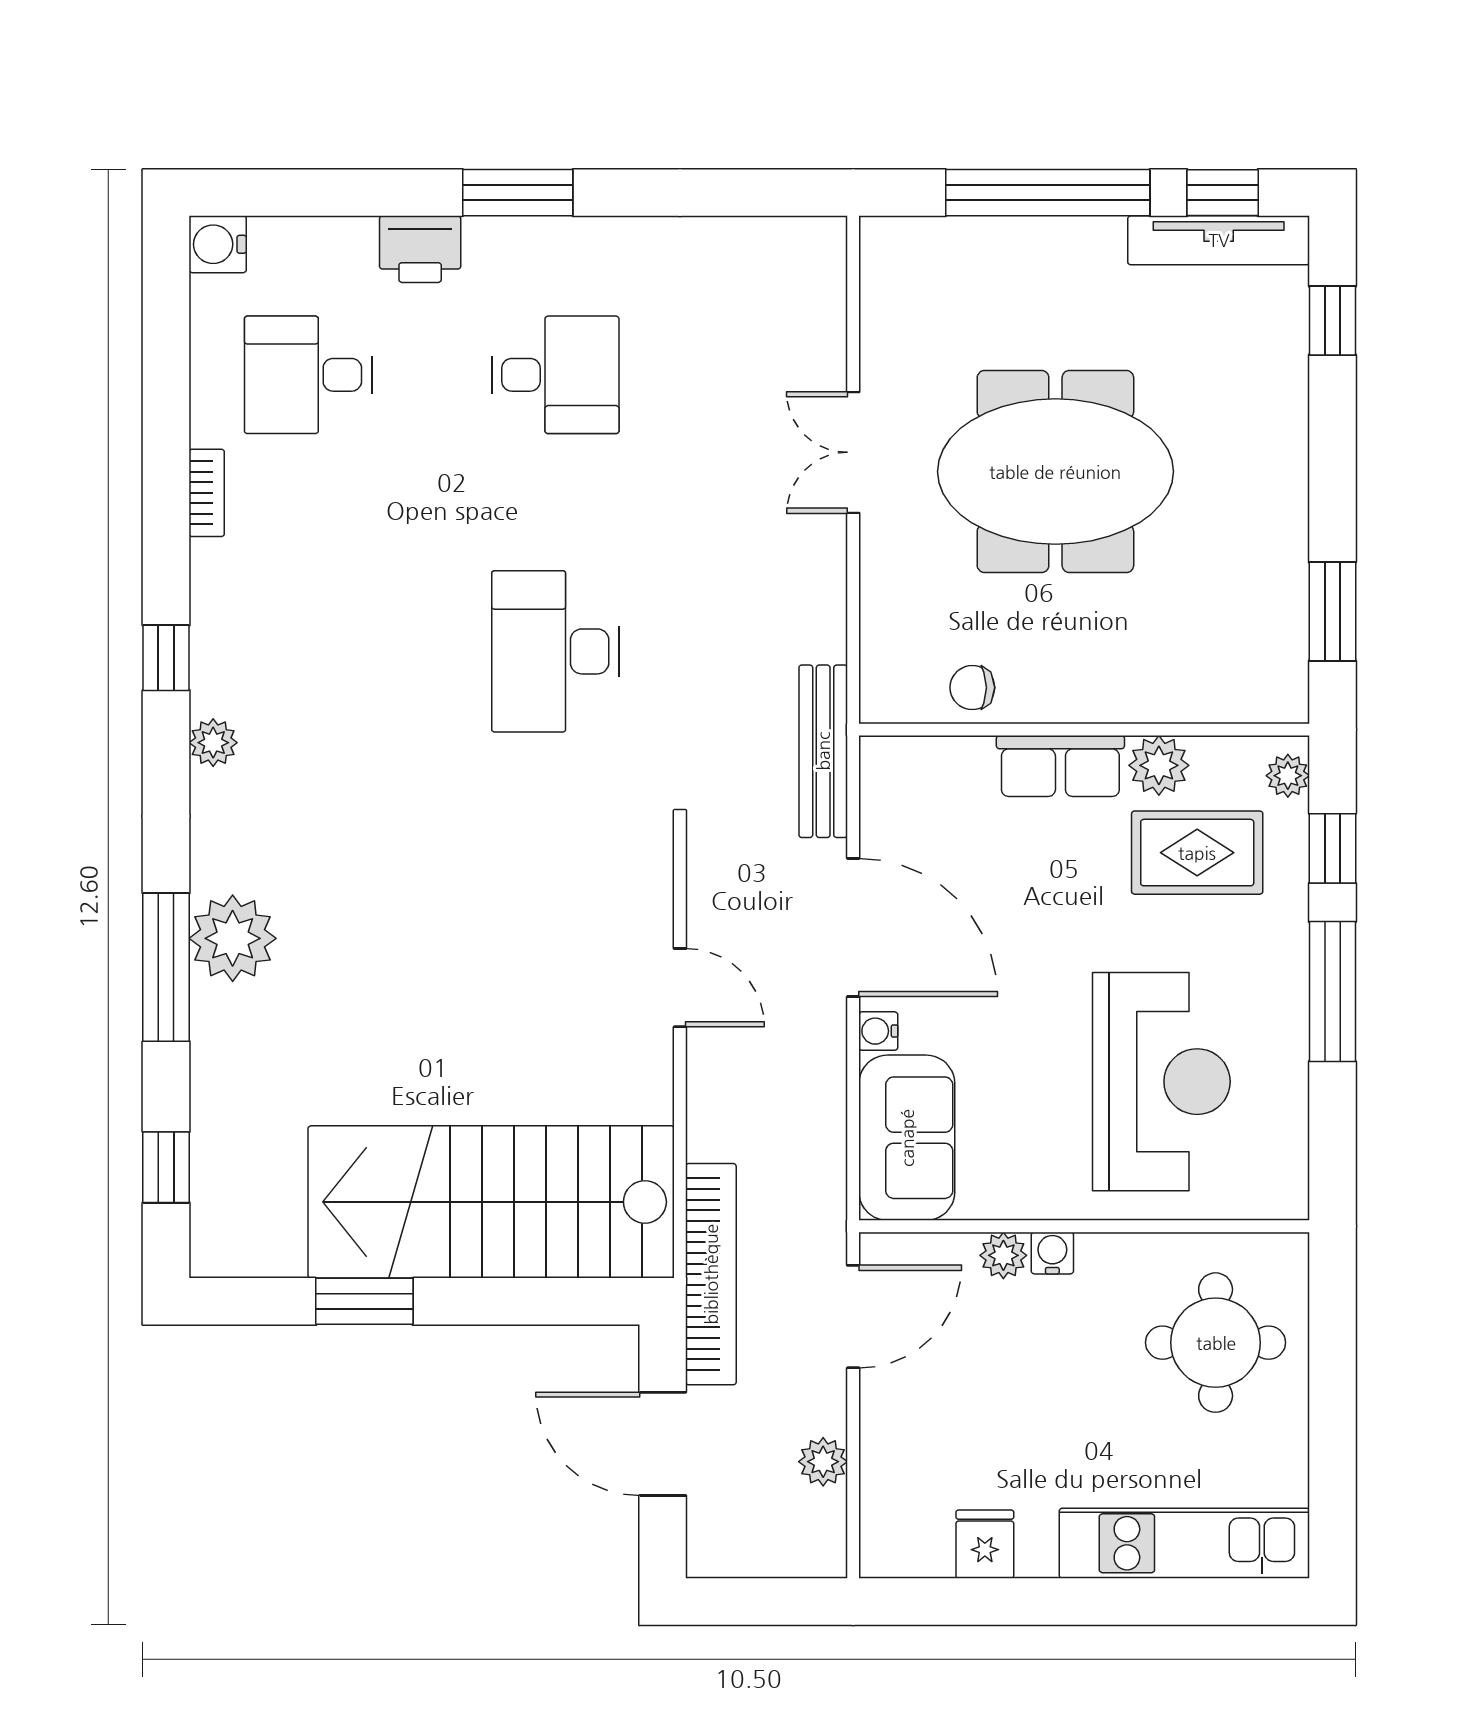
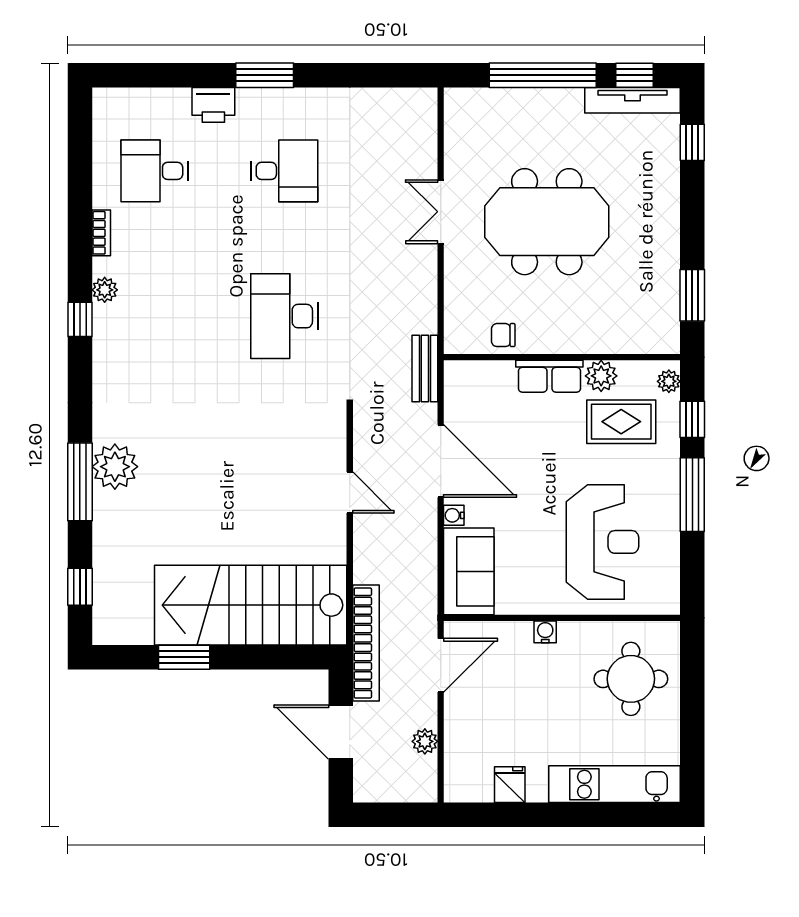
water cooler: (218, 244) -> (107, 102), removed
plant: (213, 743) -> (105, 290), moved
bench: (823, 751) -> (425, 368), width x0.73
plant: (1003, 1255) -> (519, 633), removed

